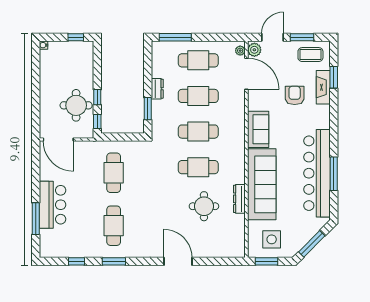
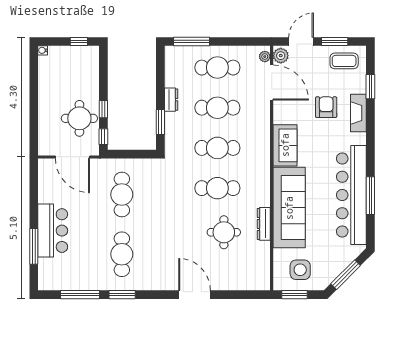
fireplace: (323, 87) -> (358, 113), moved
door: (58, 139) -> (72, 157), moved
window: (77, 261) -> (80, 295), width x2.17

